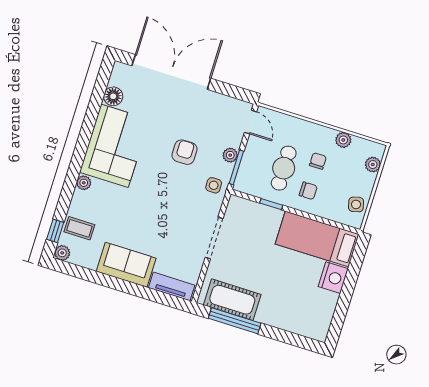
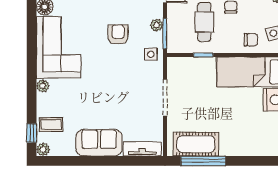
chair: (308, 191) -> (251, 40), moved

